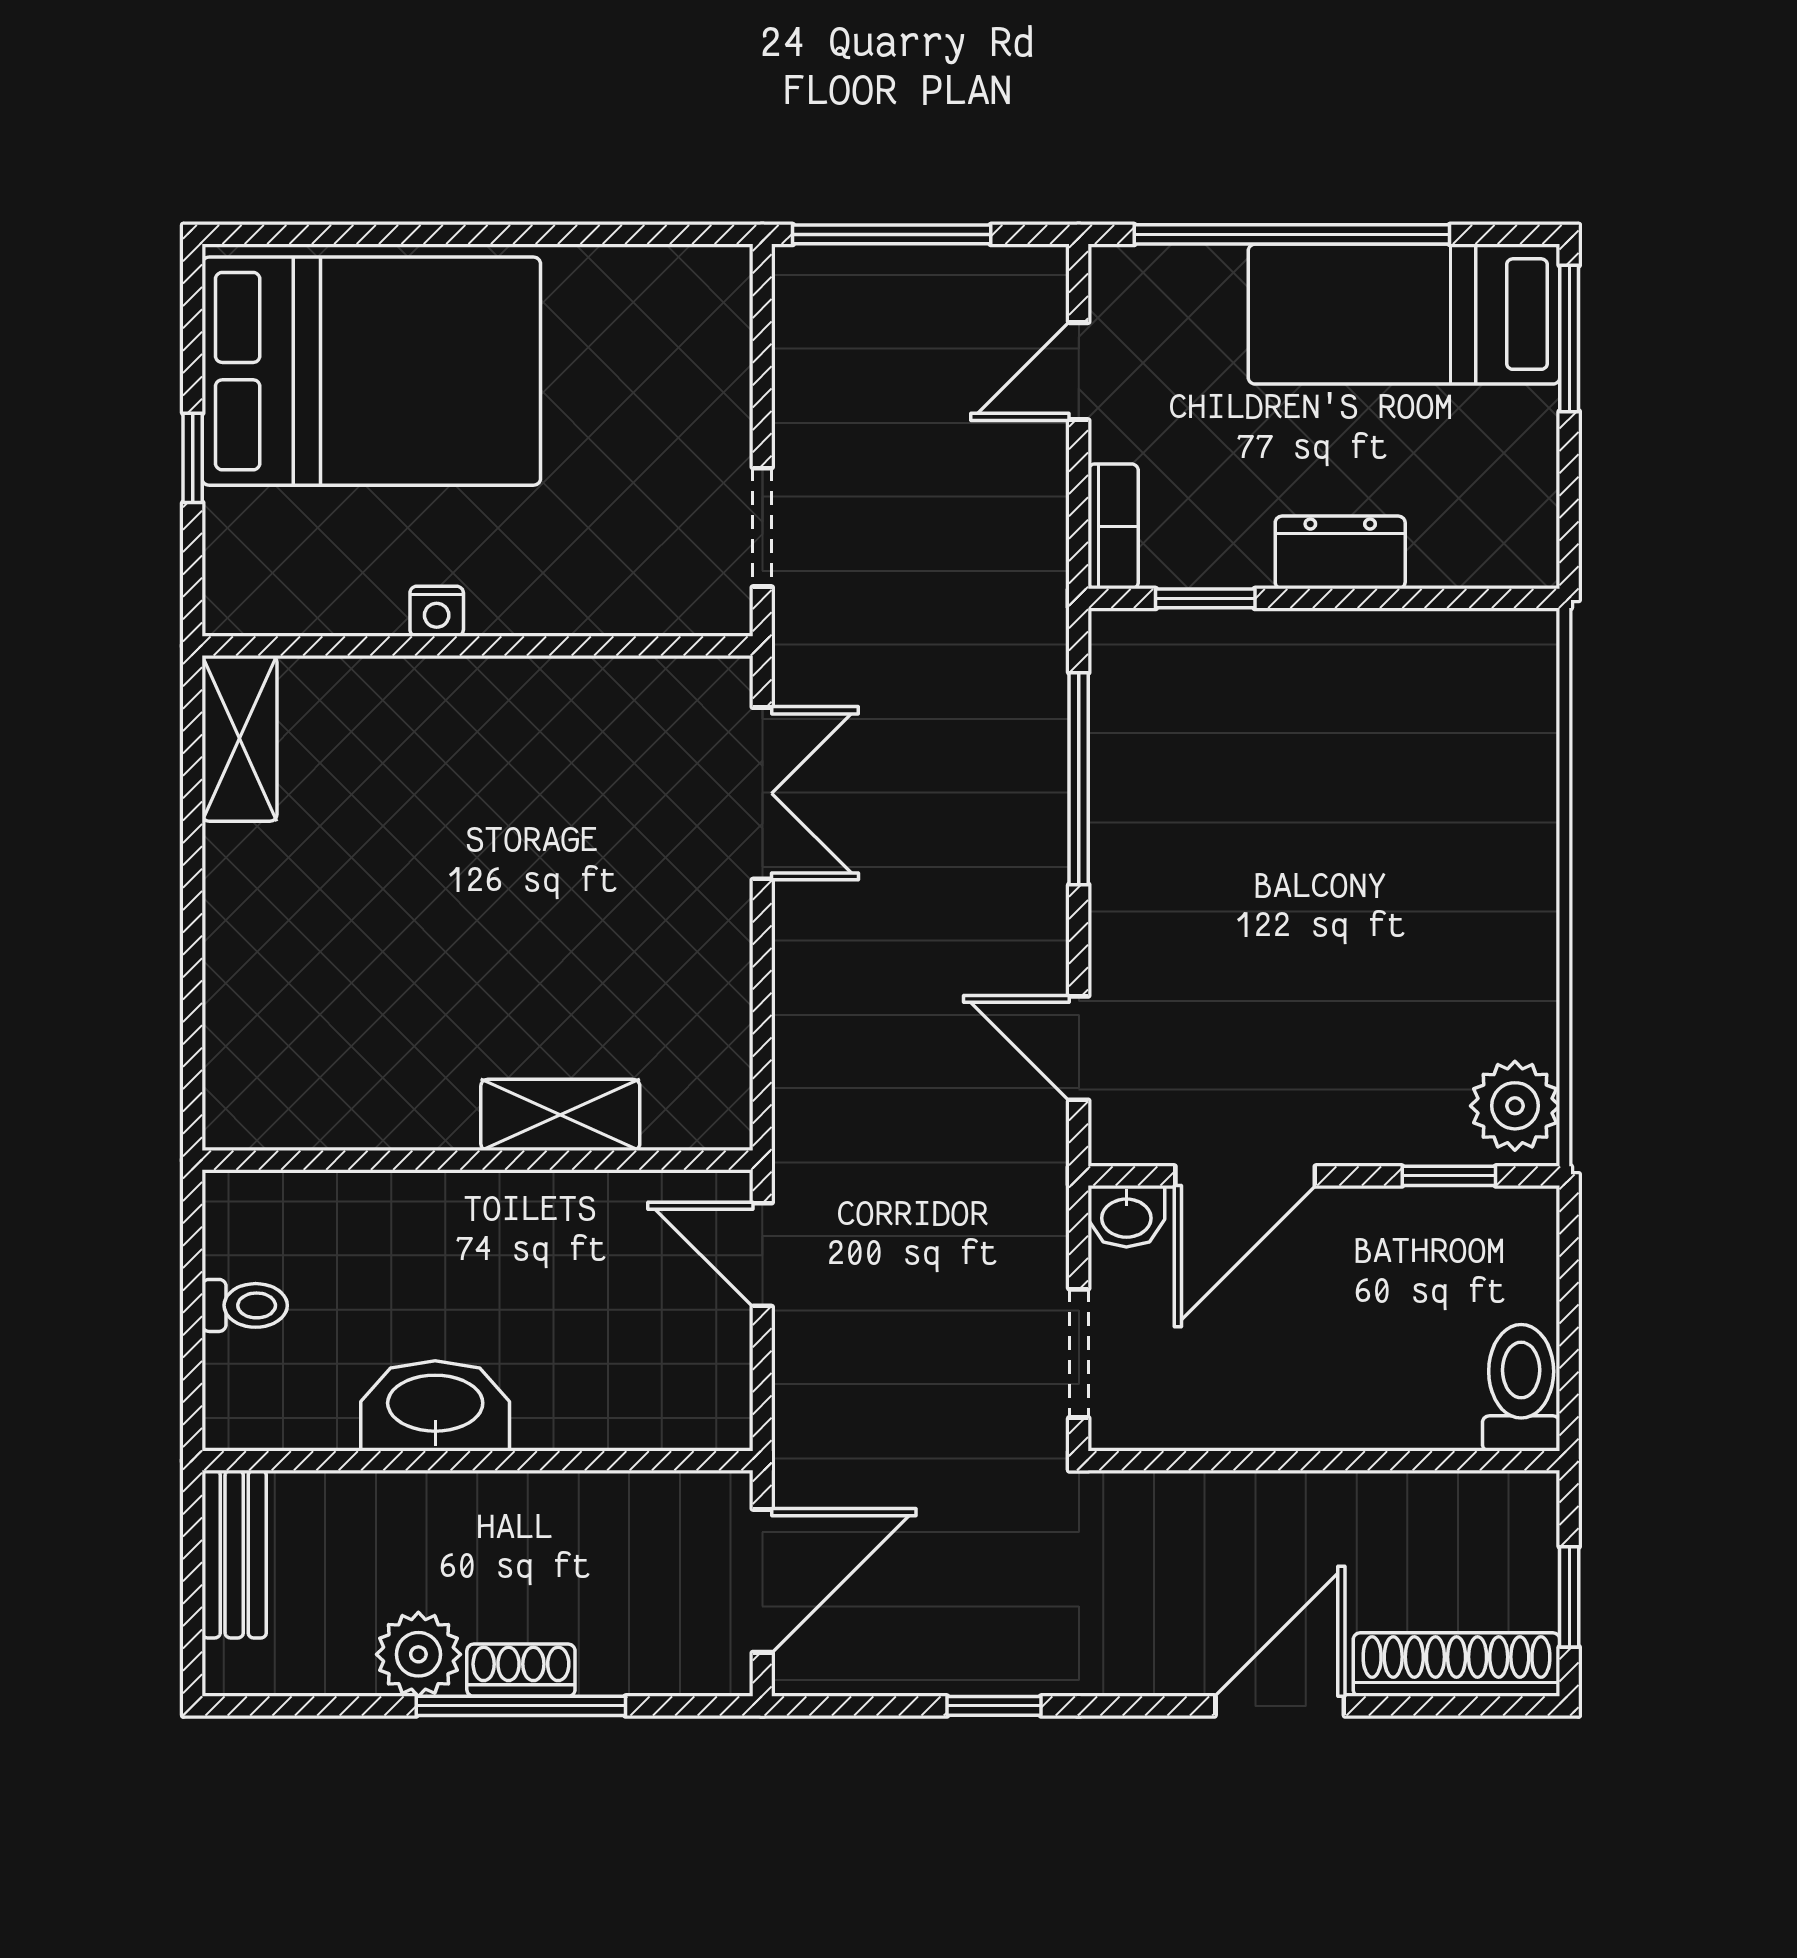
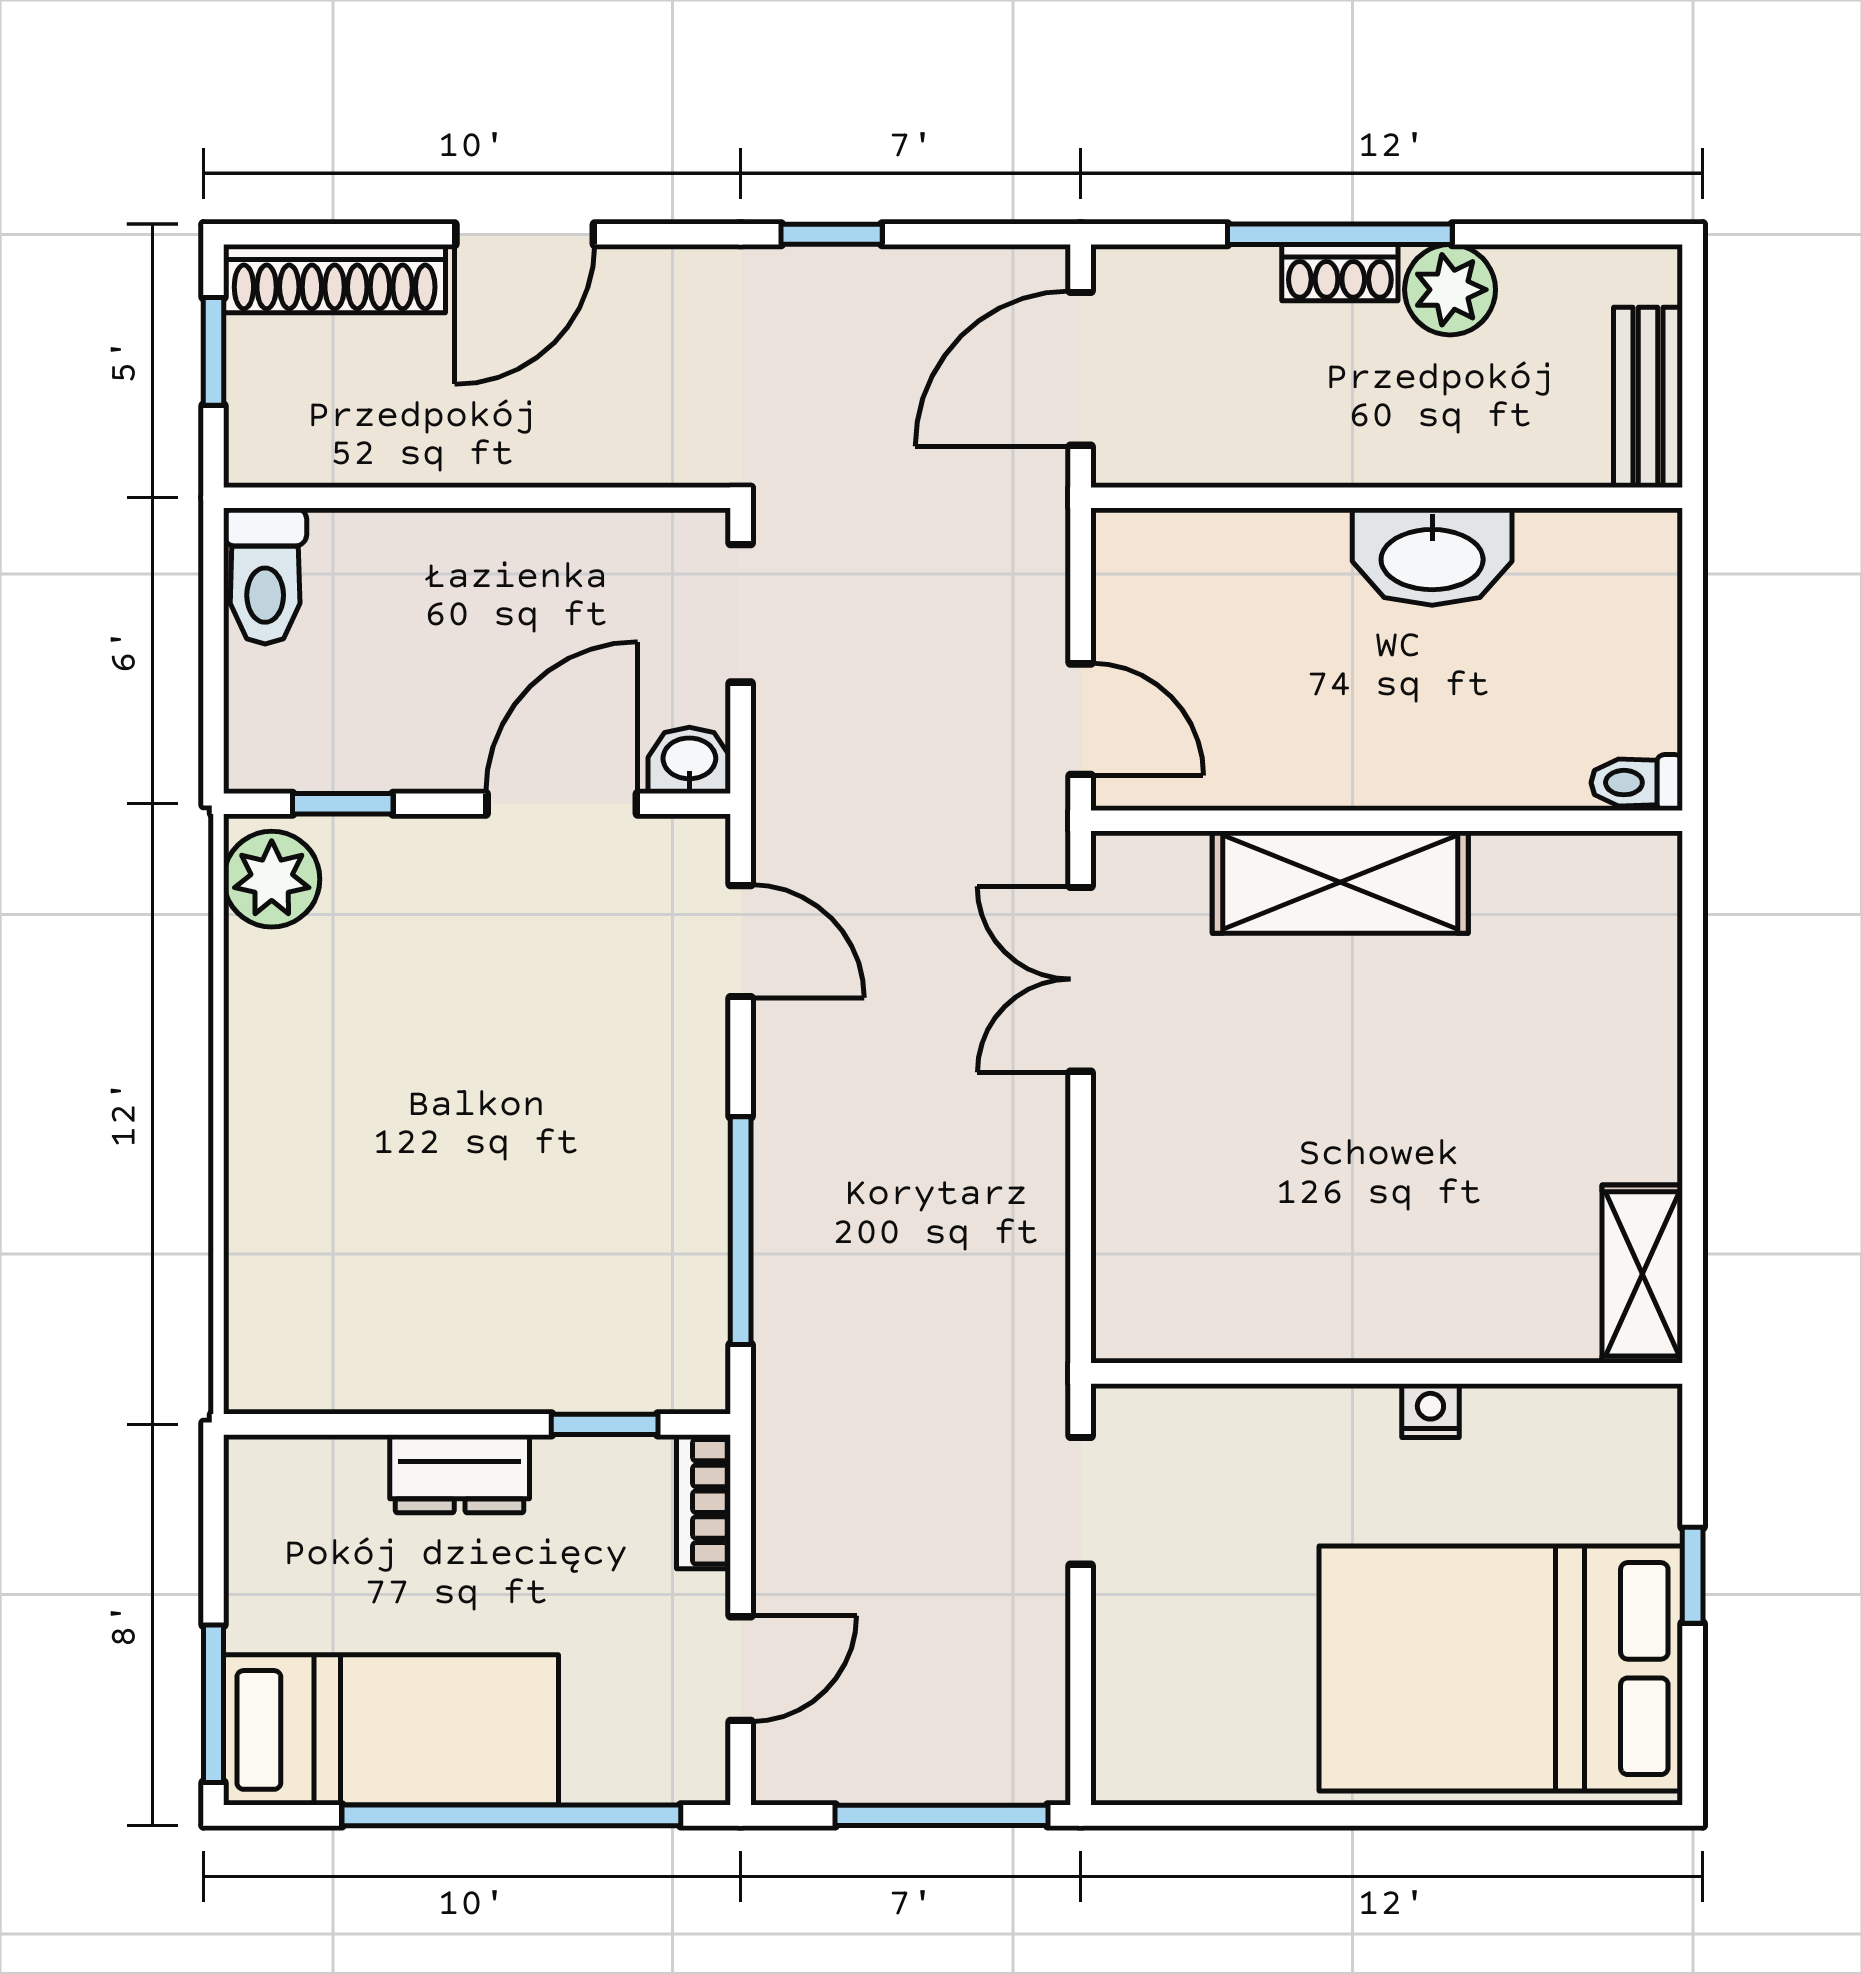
double door: (762, 793) -> (1081, 979), moved
shelving: (560, 1115) -> (1340, 882), width x1.50, depth x1.33
toilet: (245, 1305) -> (1637, 783), moved

